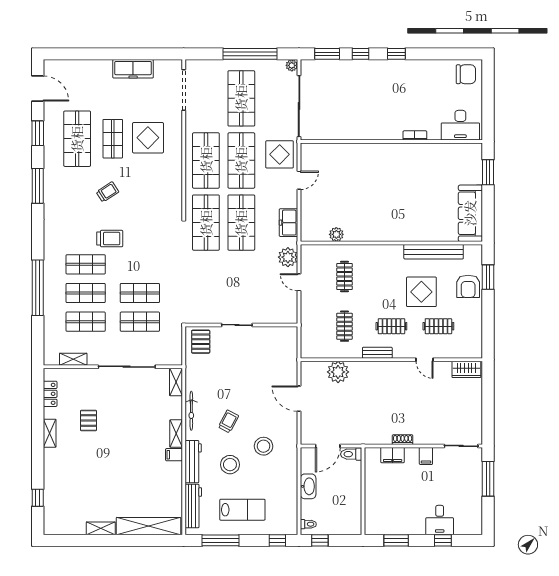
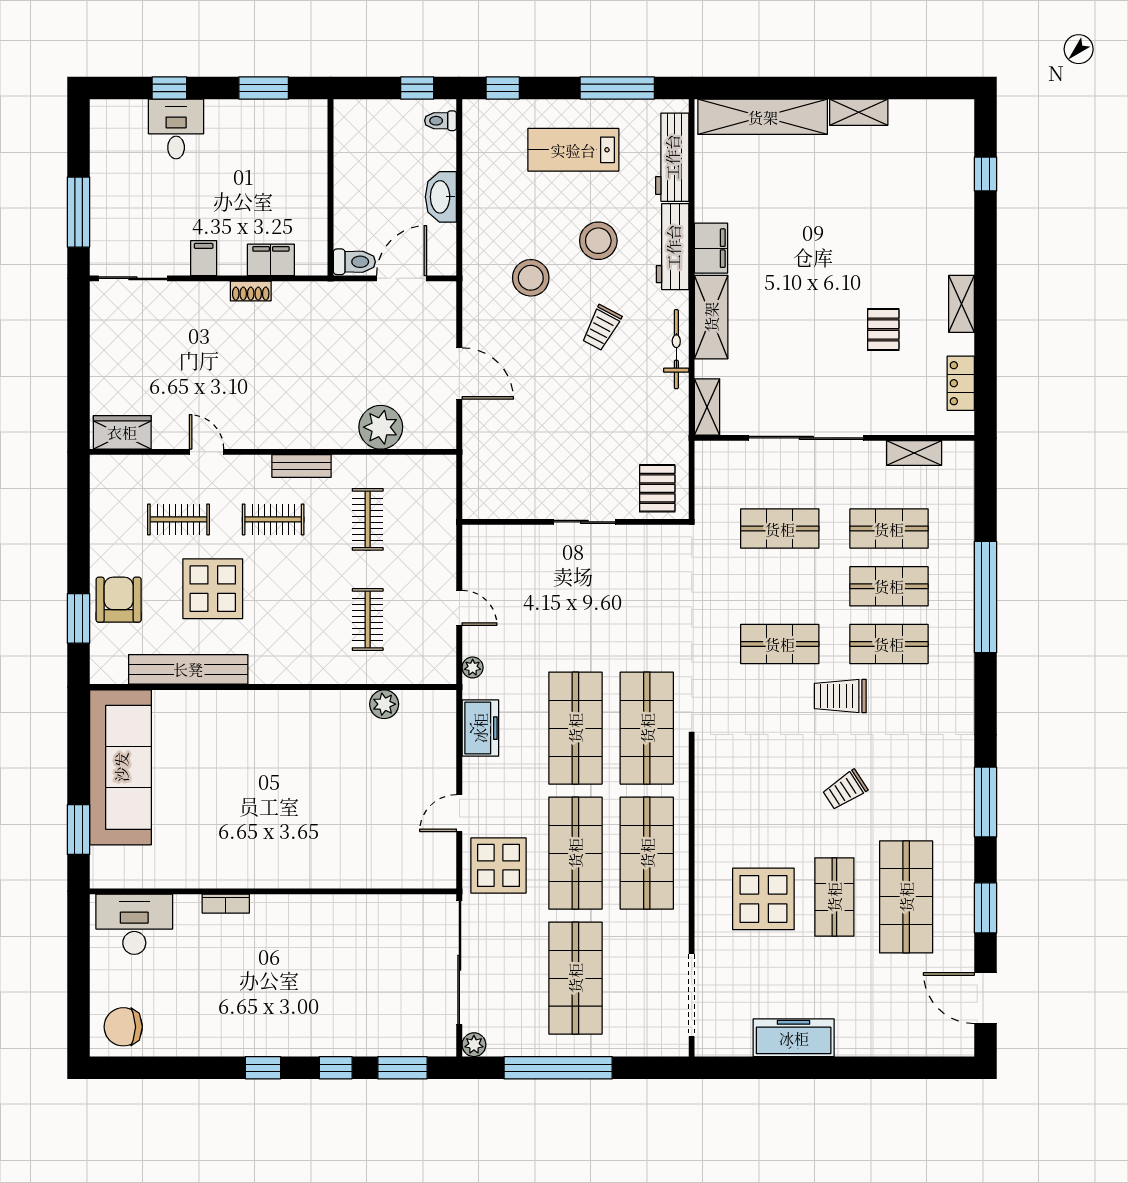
sofa: (470, 213) -> (121, 767), width x1.36, depth x1.27
plant: (288, 257) -> (473, 667), width x0.53, depth x0.53
shop shelf: (140, 293) -> (780, 644), moved
shelving: (176, 434) -> (711, 317), width x1.50, depth x1.33
filing cabinet: (174, 455) -> (711, 248), width x2.00

